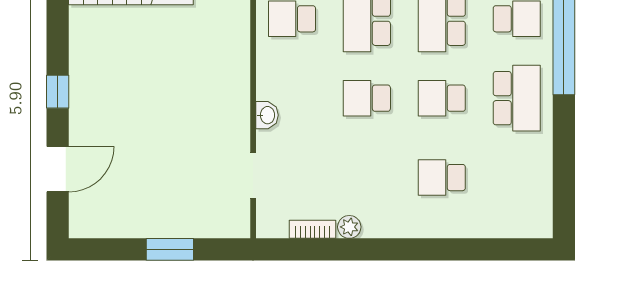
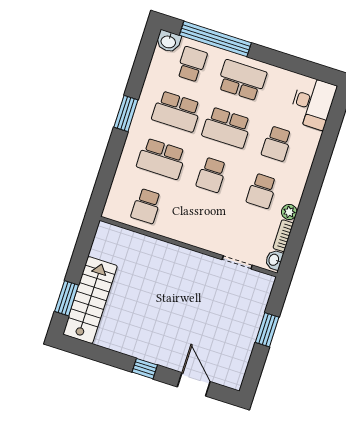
school desk: (442, 98) -> (227, 128), width x1.85
washbasin: (267, 115) -> (274, 260), moved, turned -90
school desk: (367, 178) -> (262, 191), added
desk: (517, 210) -> (313, 103), added

